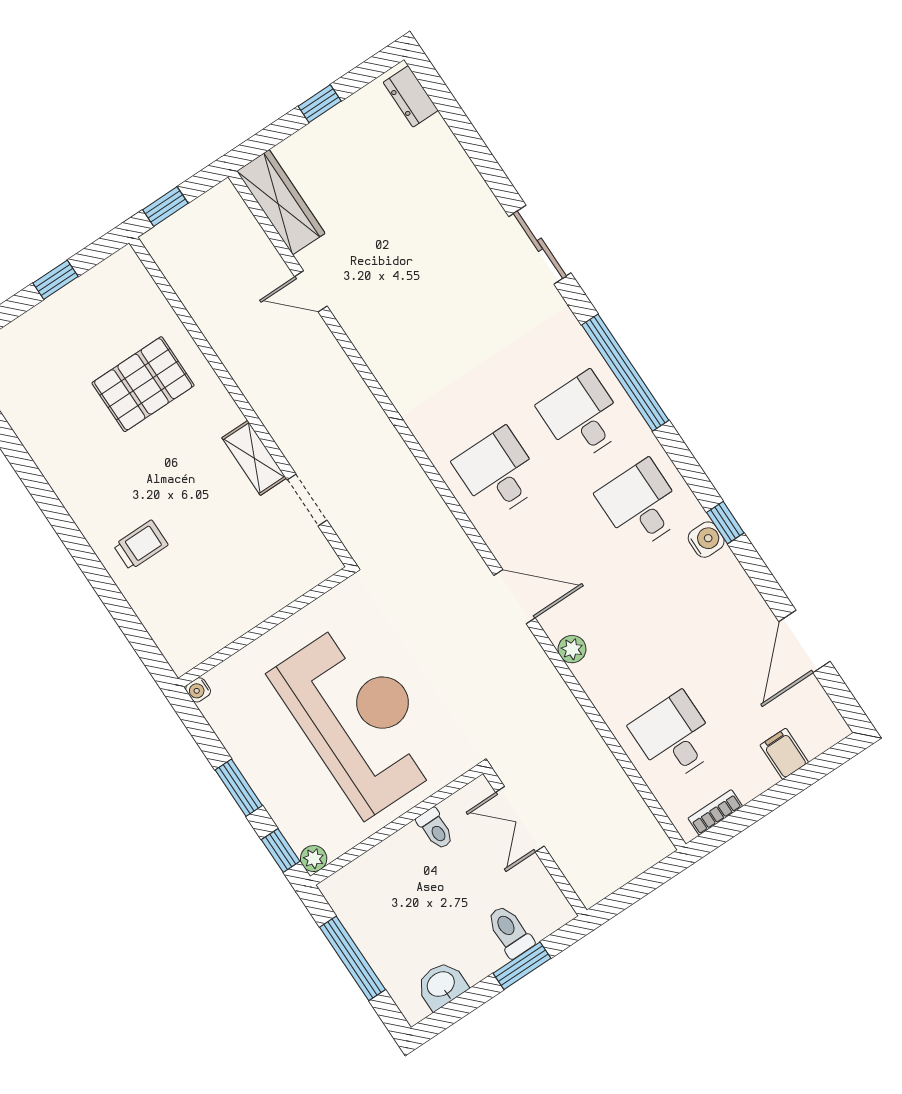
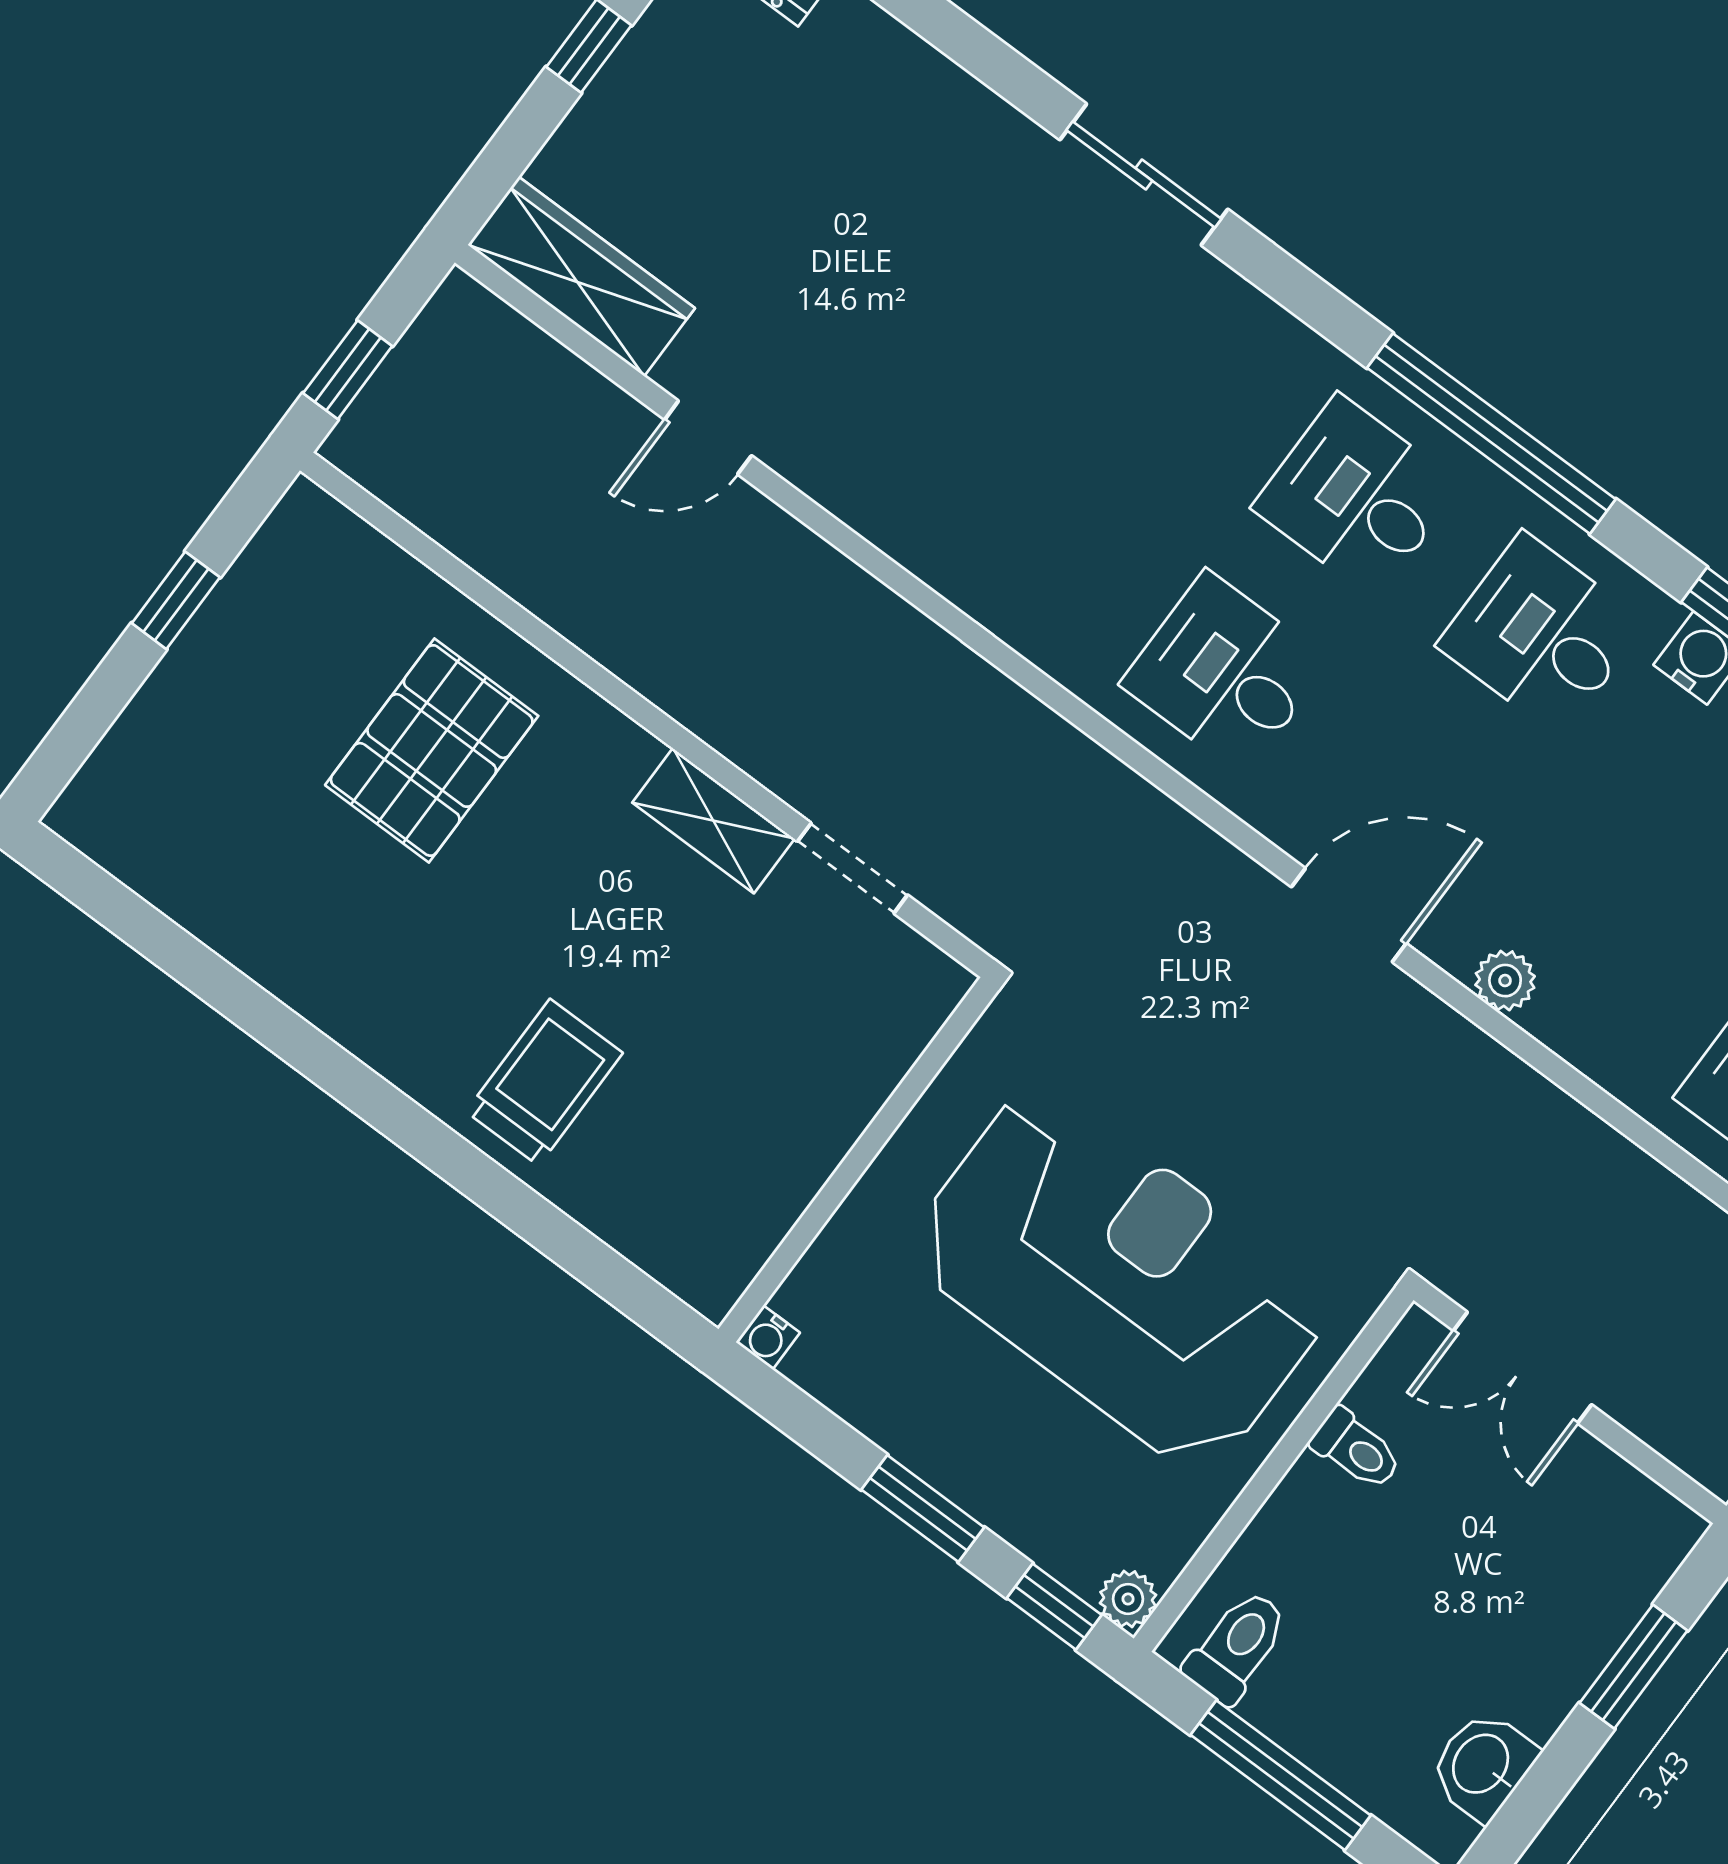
window: (625, 373) -> (1491, 434), moved
trolley: (141, 545) -> (544, 1082), width x1.36, depth x1.39
toilet: (510, 931) -> (1237, 1647), moved, turned 90

